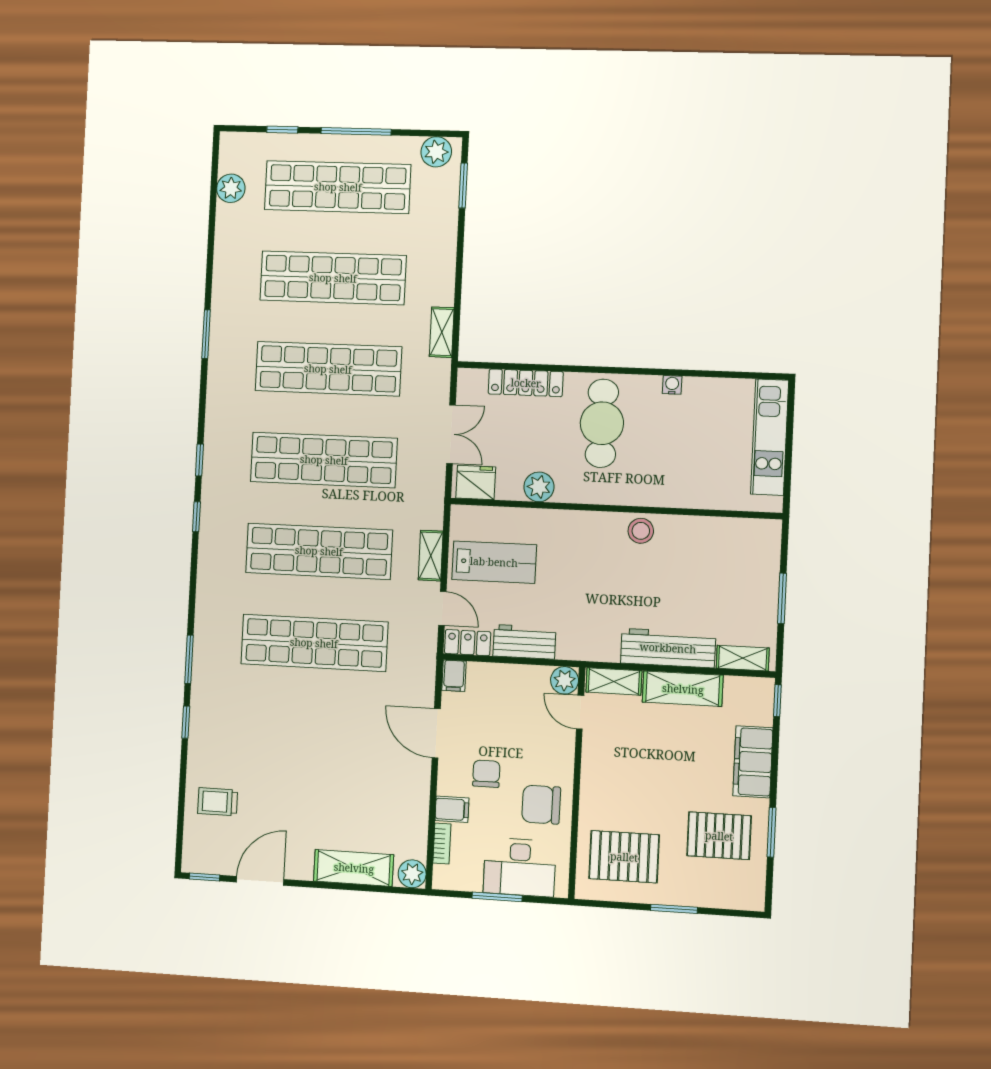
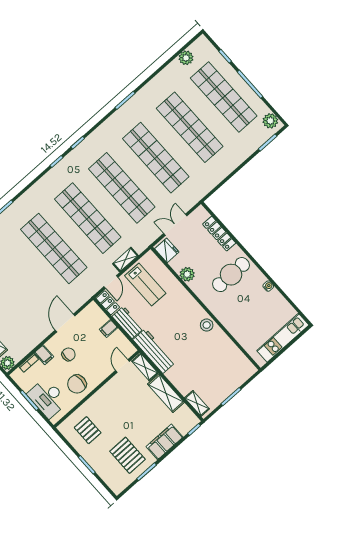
shelving: (442, 332) -> (208, 186), removed
double door: (451, 434) -> (175, 225), swing flipped
workbench: (668, 648) -> (154, 351), moved
filing cabinet: (454, 676) -> (108, 328), moved
plant: (565, 680) -> (128, 350), removed
chair: (541, 805) -> (77, 384), turned -90
pallet: (624, 857) -> (88, 430), width x0.67, depth x0.71

